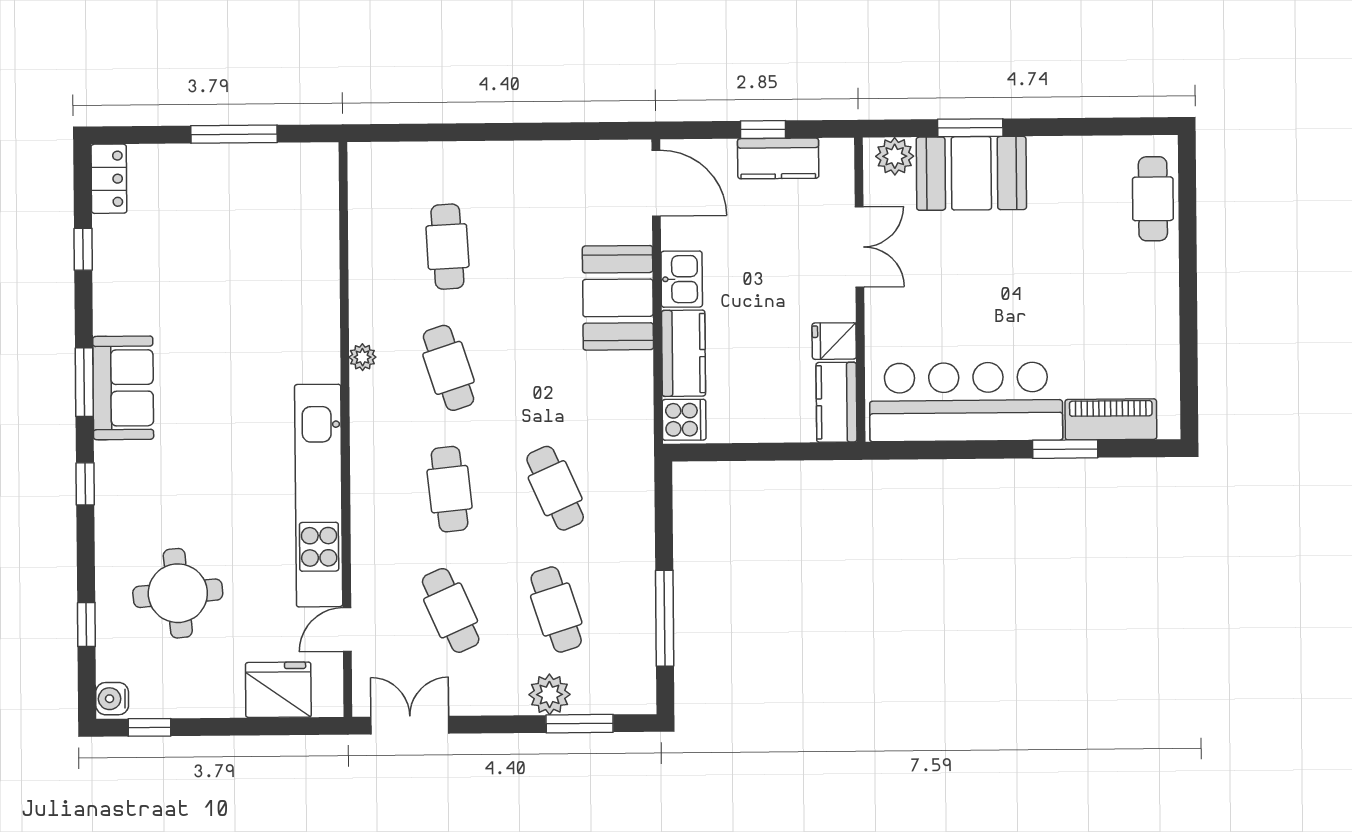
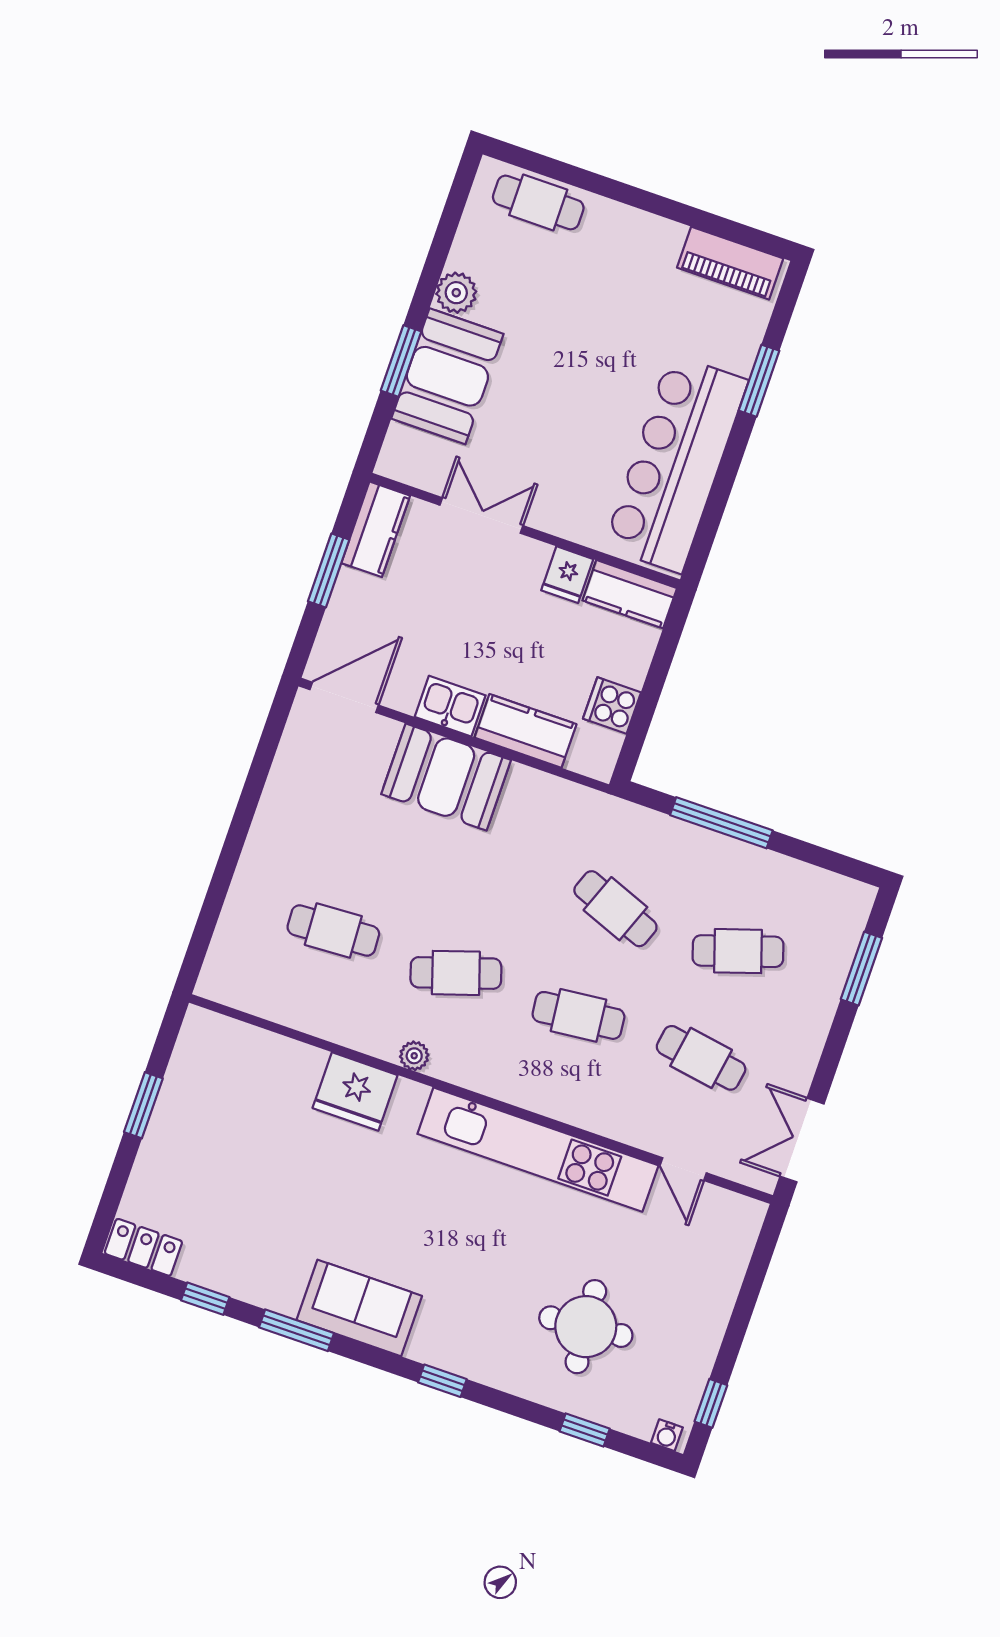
window: (763, 130) -> (329, 570), width x1.50
window: (234, 134) -> (143, 1105), width x0.69
plant: (895, 156) -> (456, 293), moved
kitchen counter: (778, 158) -> (376, 529), moved
window: (84, 382) -> (296, 1330), moved
piano: (1111, 419) -> (730, 263), moved, turned -90
cooker: (684, 420) -> (612, 706), moved, turned -90
cafe table: (555, 488) -> (615, 909), turned 45
cafe table: (451, 610) -> (701, 1058), turned 33
window: (665, 618) -> (721, 823), moved
fridge: (278, 690) -> (355, 1092), moved, turned -90
plant: (550, 694) -> (821, 988), removed
water cooler: (112, 699) -> (667, 1435), width x0.72, depth x0.72

